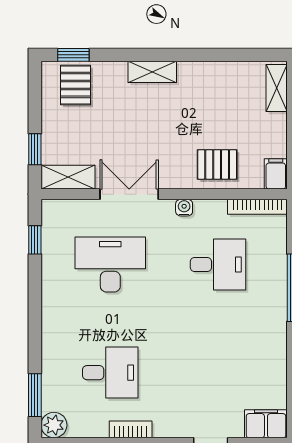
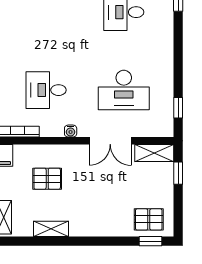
shelving: (152, 72) -> (51, 229), moved
pallet: (76, 85) -> (149, 219), turned 90
pallet: (217, 164) -> (47, 179), moved

